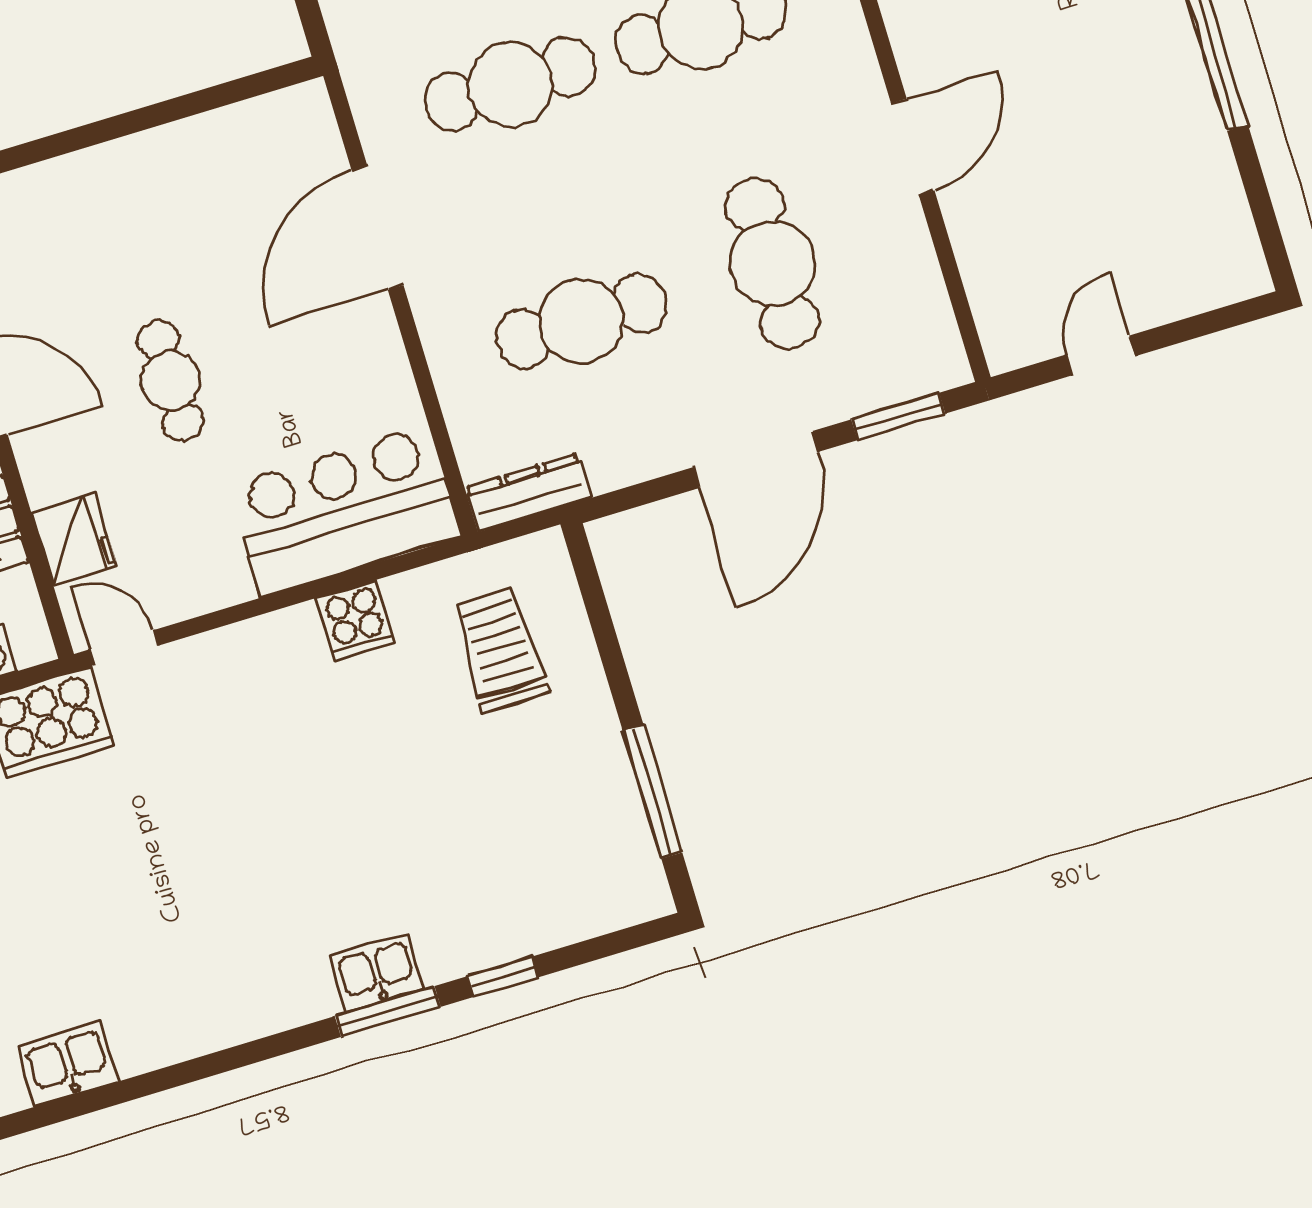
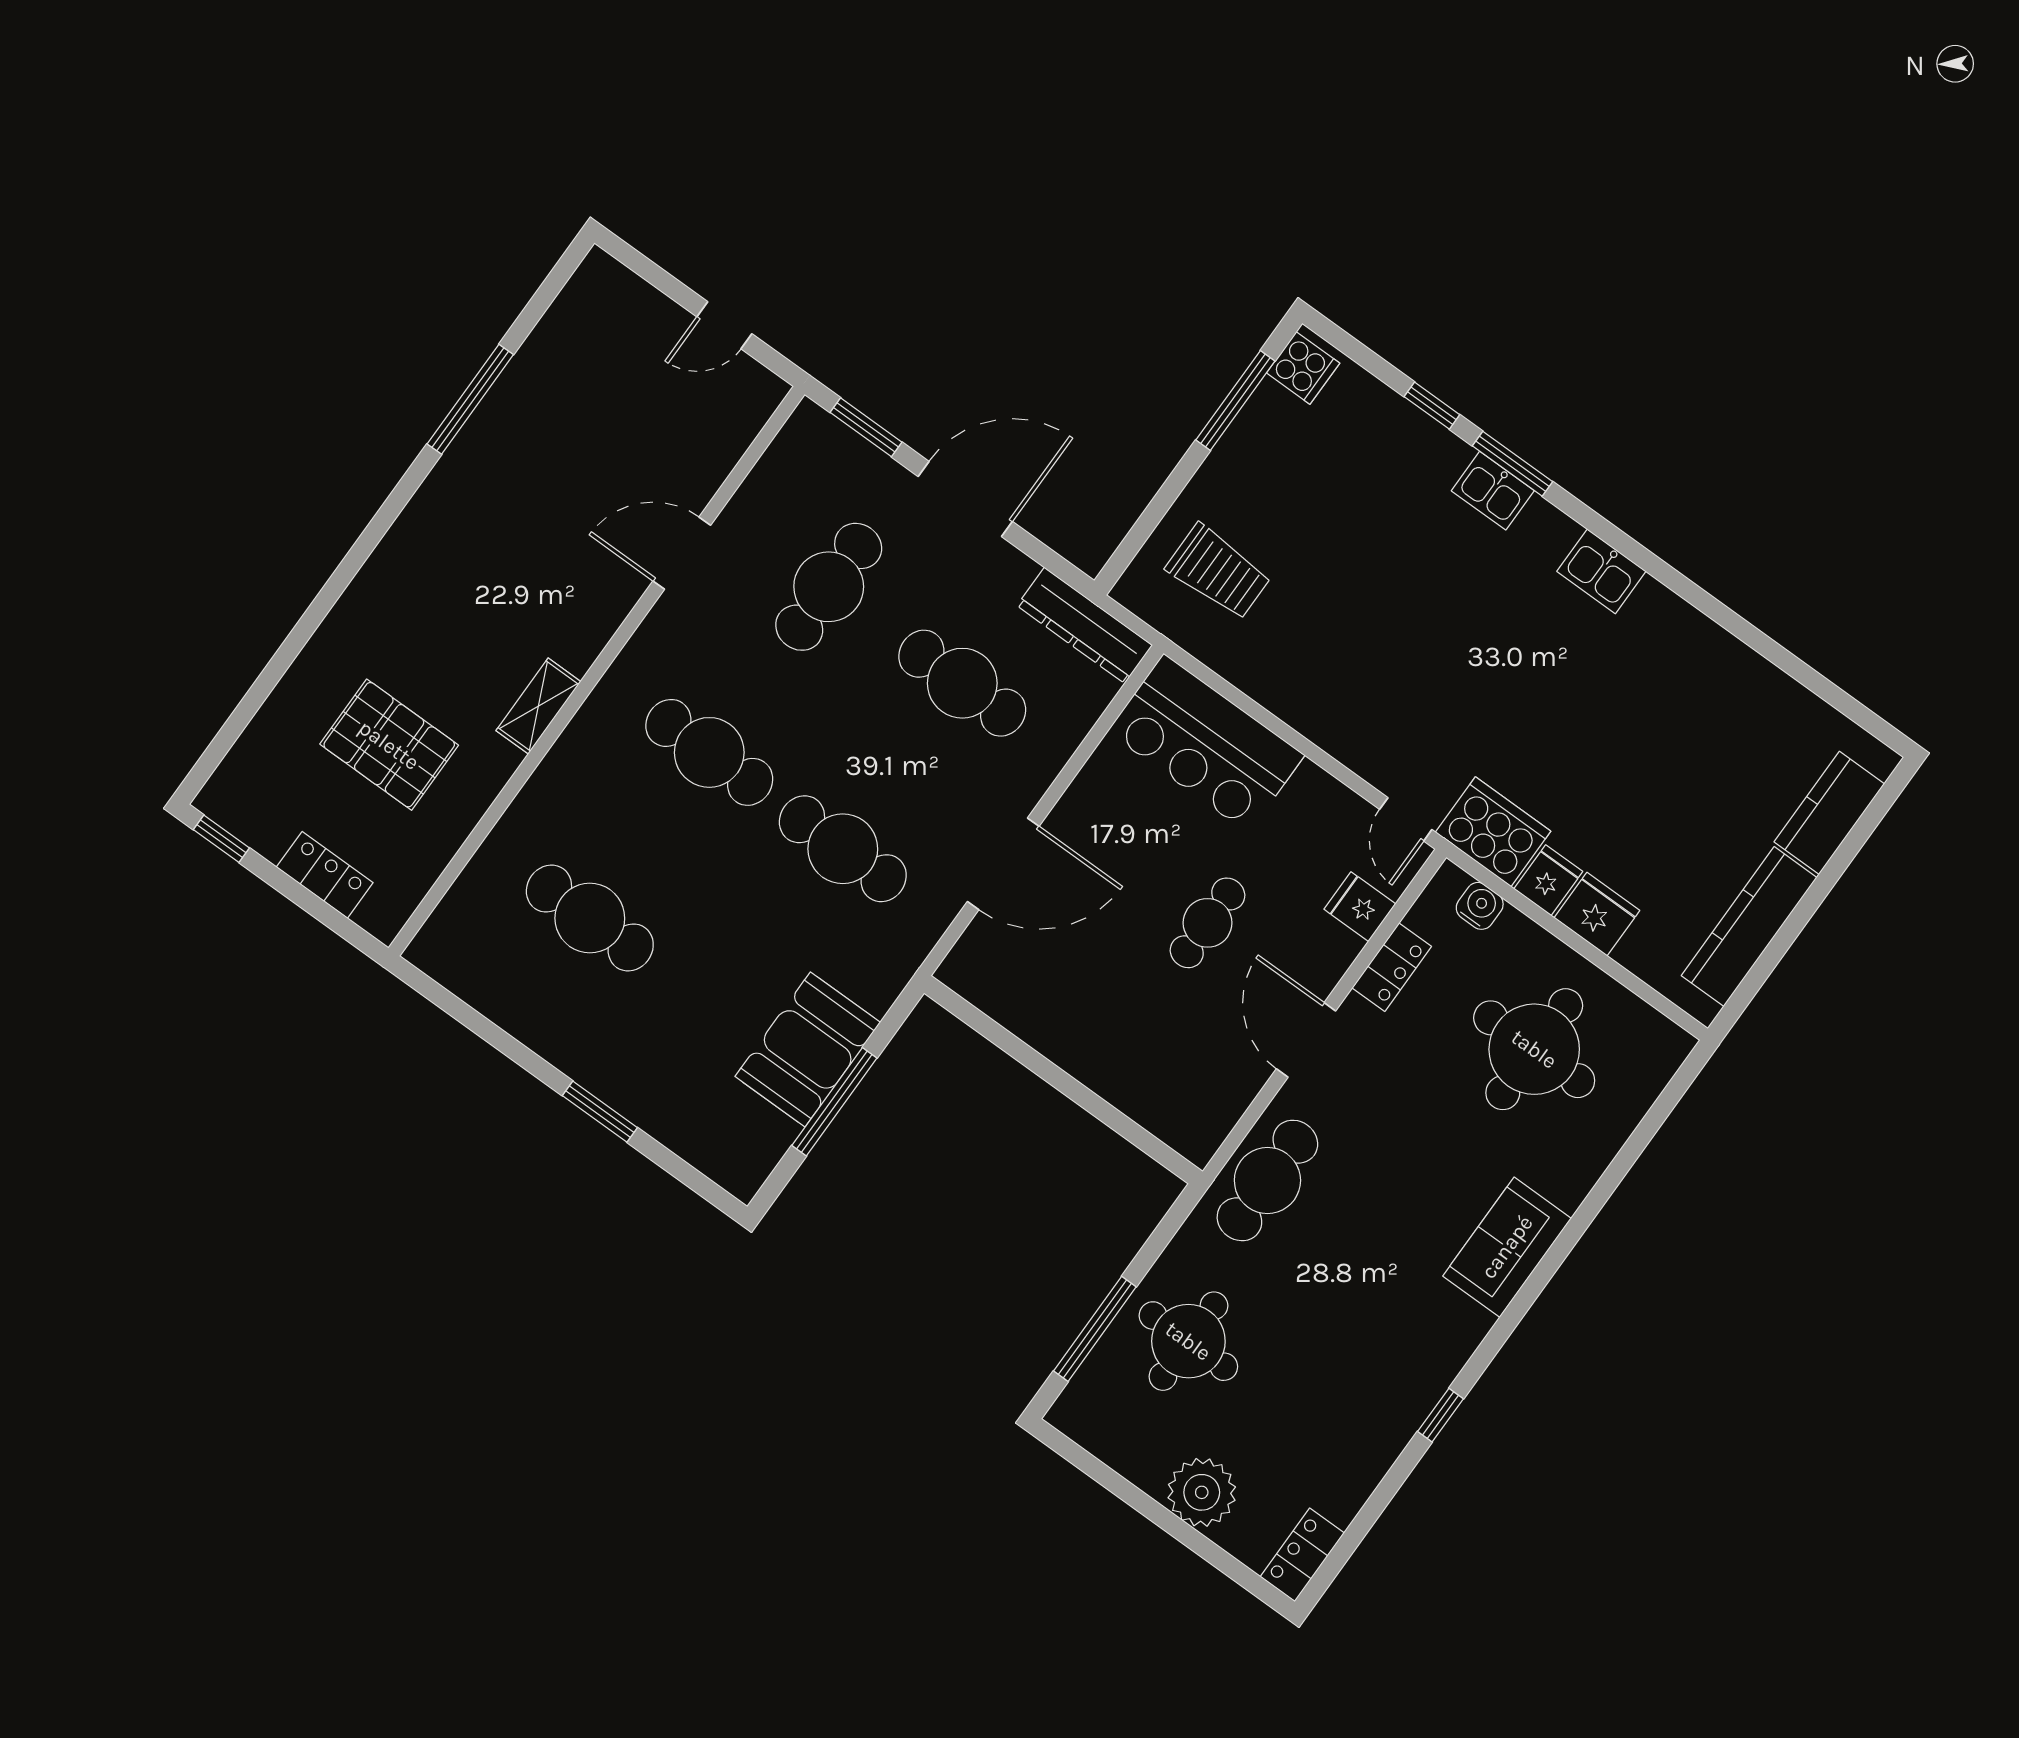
dresser: (528, 493) -> (1085, 625), width x1.37, depth x1.24
fridge: (74, 539) -> (1360, 907), width x0.72
cooker: (356, 620) -> (1303, 368), moved, turned 90
trolley: (500, 649) -> (1218, 572), turned -90
kitchen sink: (68, 1064) -> (1601, 571), moved

